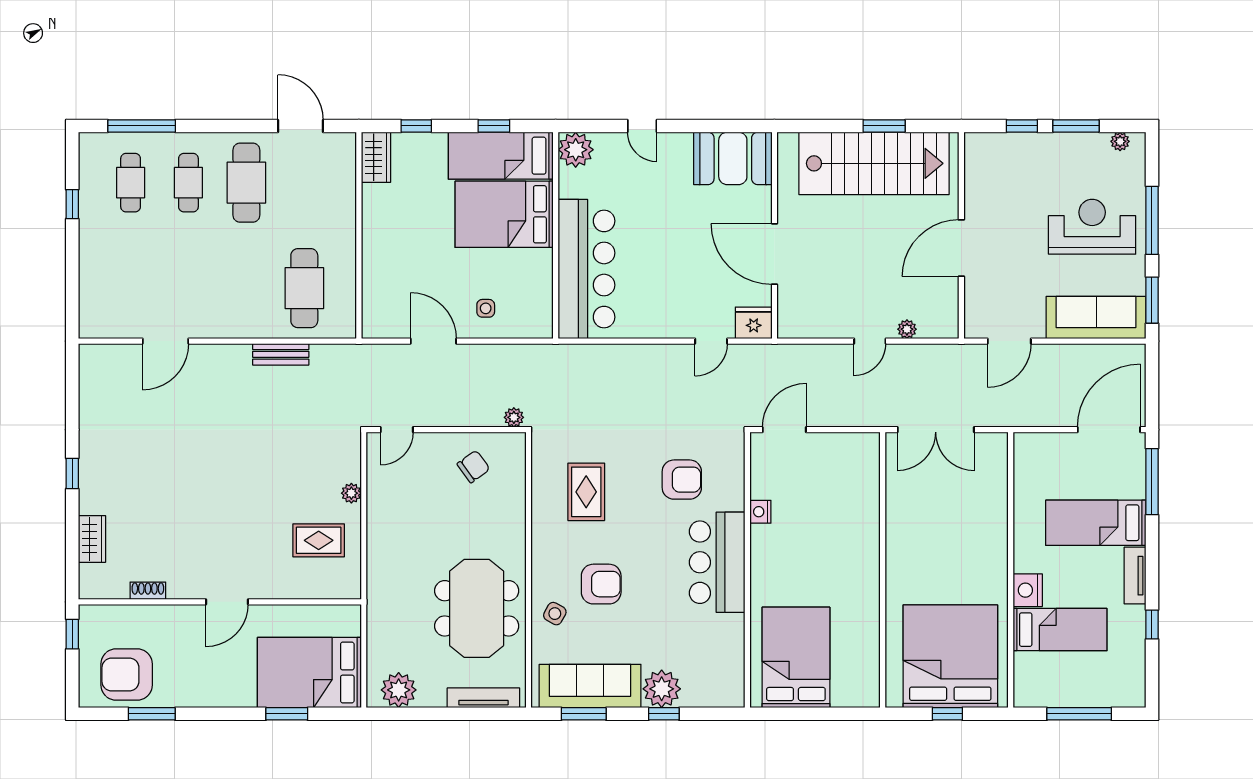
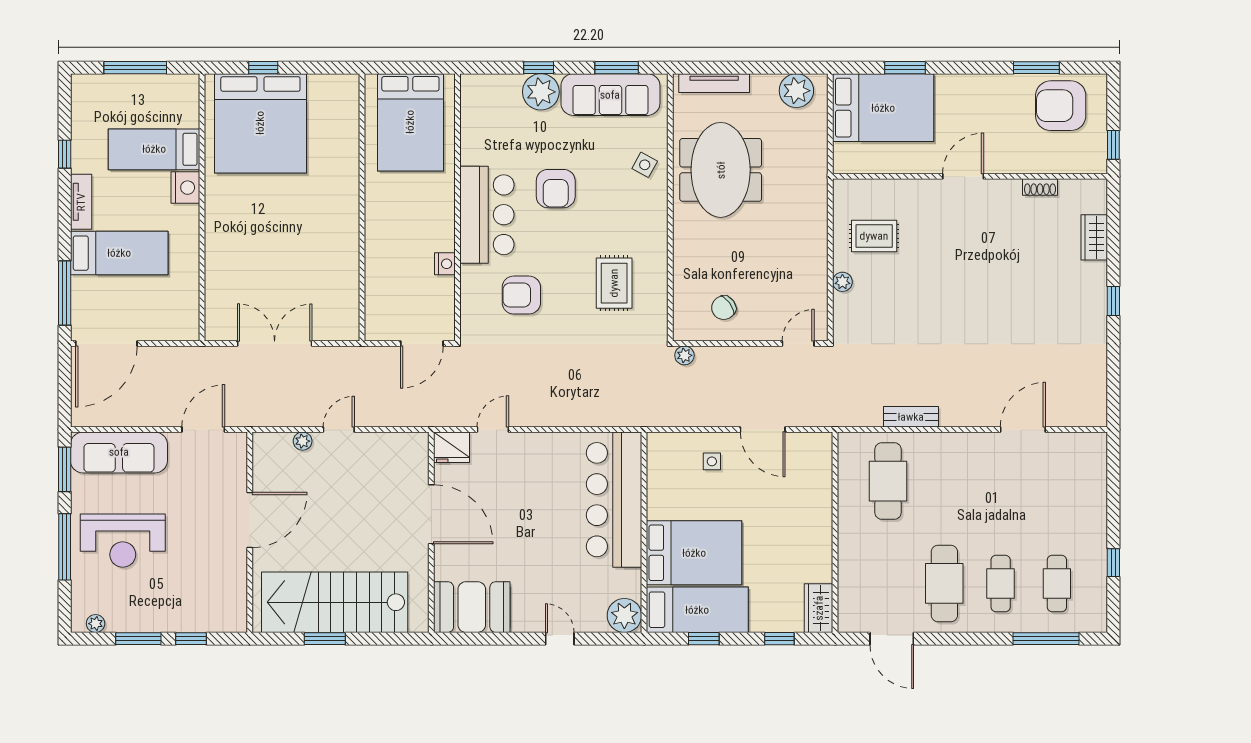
wall: (883, 570) -> (362, 207), moved
armchair: (601, 584) -> (556, 189), moved, turned -90
armchair: (127, 674) -> (1061, 106), turned 180

